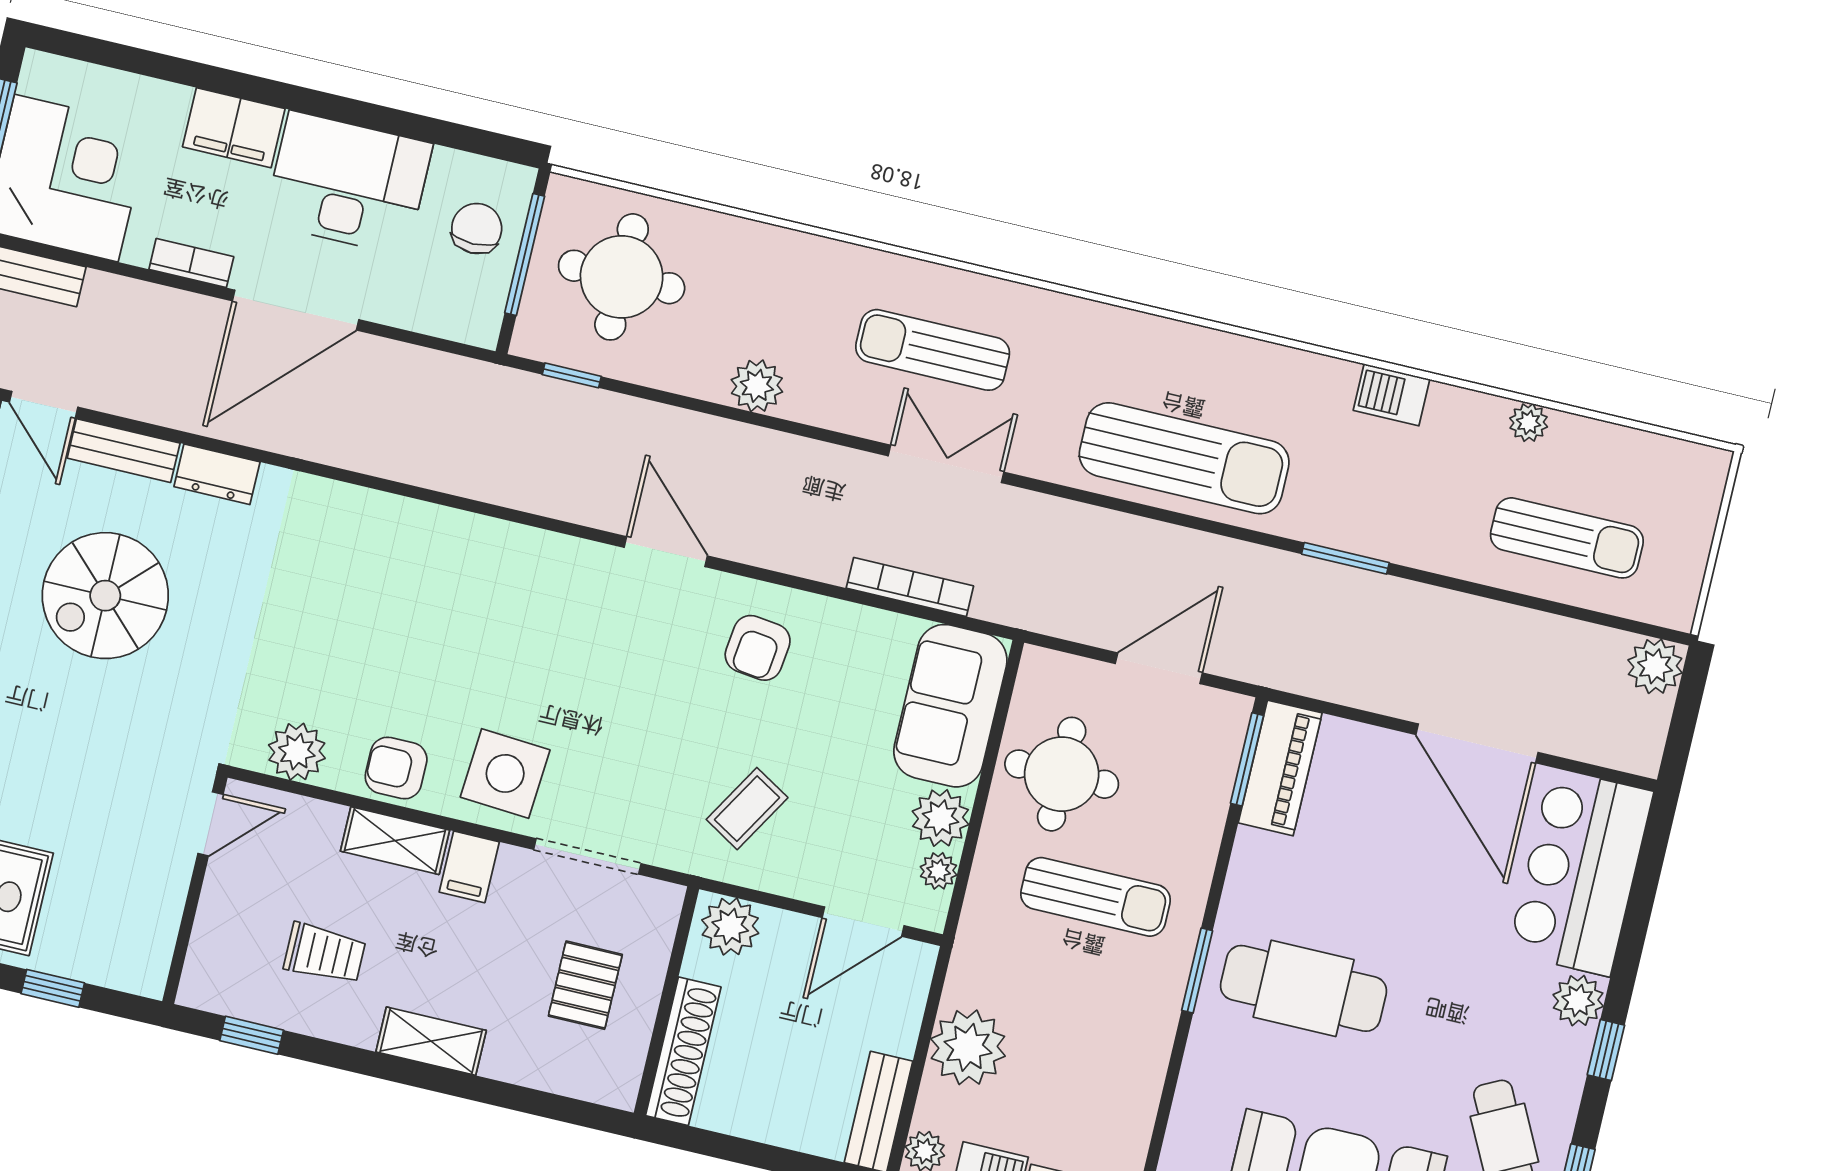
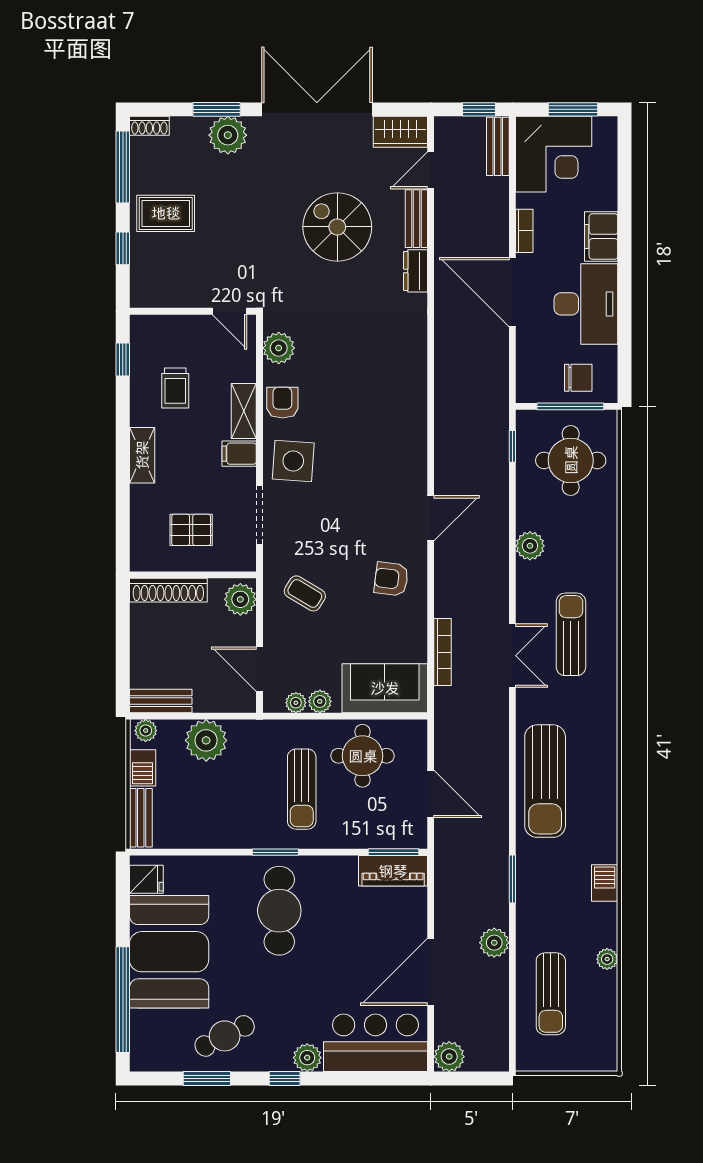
plant: (1452, 617) -> (494, 943), added
plant: (1655, 666) -> (449, 1057), moved
plant: (940, 818) -> (320, 701), width x0.73, depth x0.73

